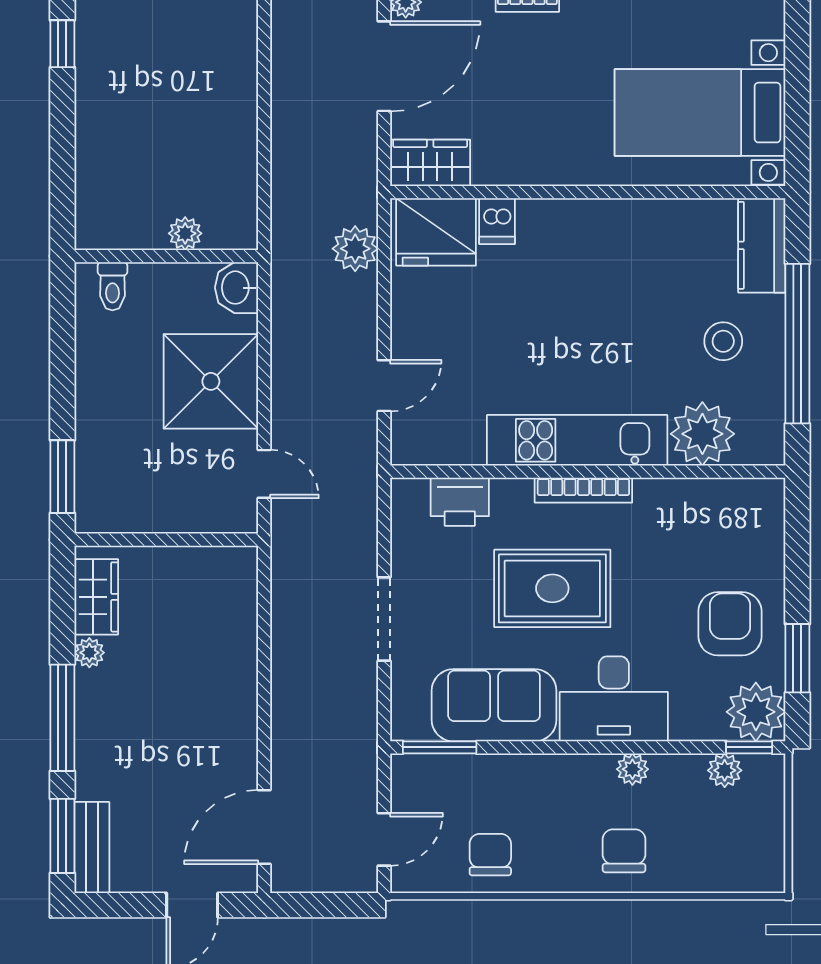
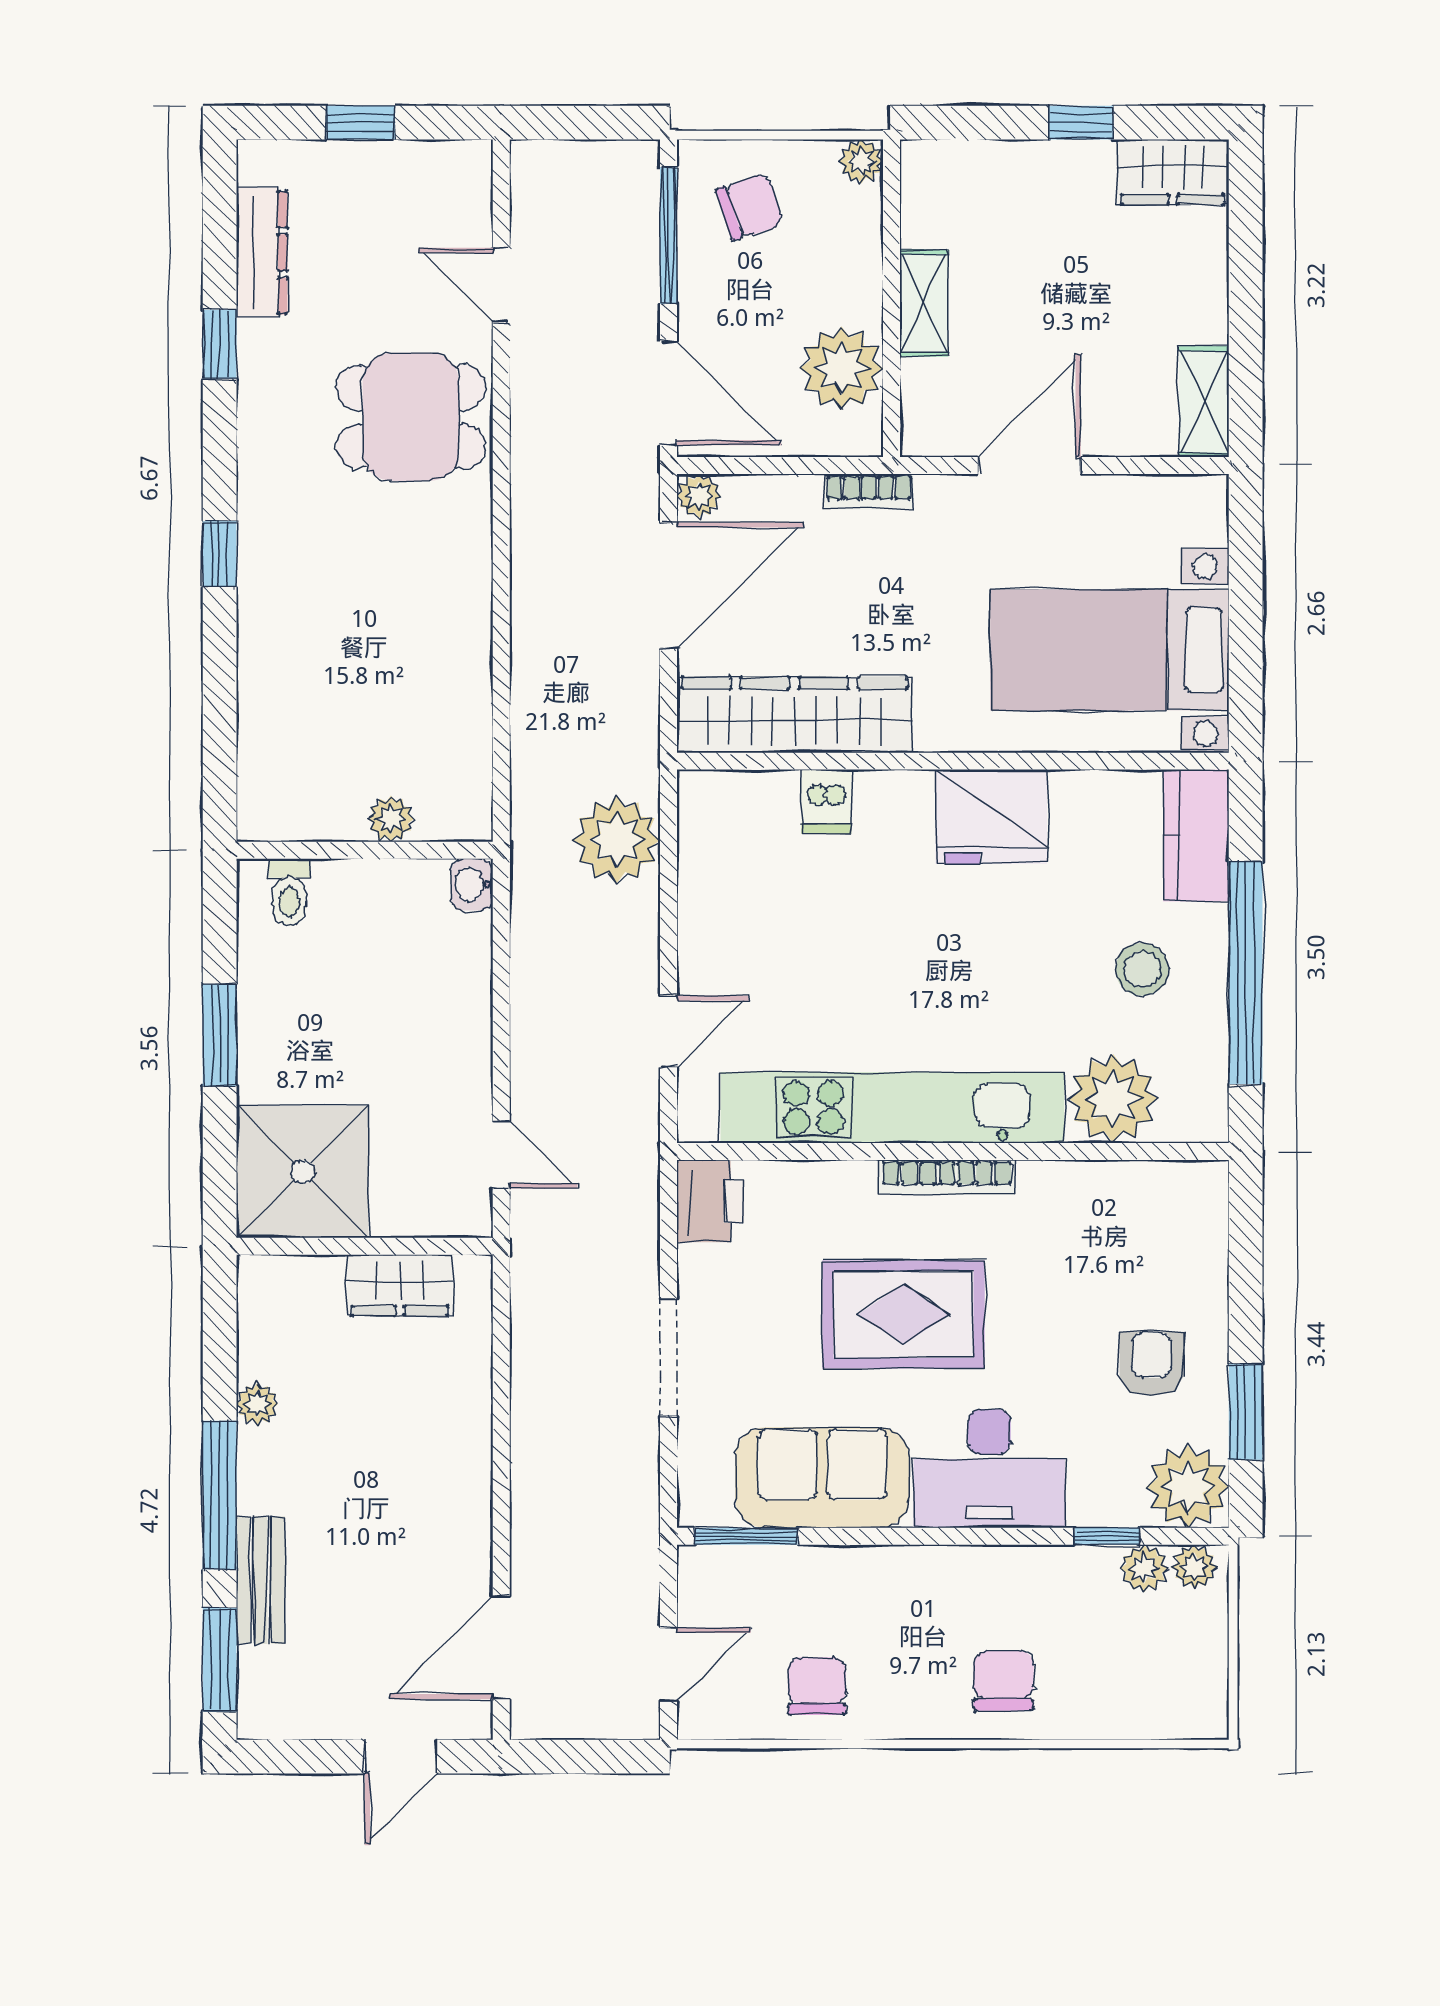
wardrobe: (430, 163) -> (794, 715), width x2.10, depth x1.17
fridge: (436, 232) -> (991, 817), moved
plant: (355, 249) -> (617, 840), width x1.36, depth x1.36
washbasin: (237, 288) -> (472, 885), width x0.72, depth x0.69
shower: (211, 381) -> (302, 1172), moved
kitchen unit: (577, 440) -> (892, 1108), width x1.36
window: (62, 477) -> (220, 1035), moved
printer: (460, 502) -> (710, 1202), moved, turned -90
wardrobe: (96, 597) -> (400, 1285), moved, turned 90
armchair: (730, 624) -> (1152, 1364), width x0.72, depth x0.72
window: (749, 747) -> (1107, 1536), moved
plant: (632, 769) -> (1194, 1567), moved
bench: (92, 848) -> (261, 1580), moved

